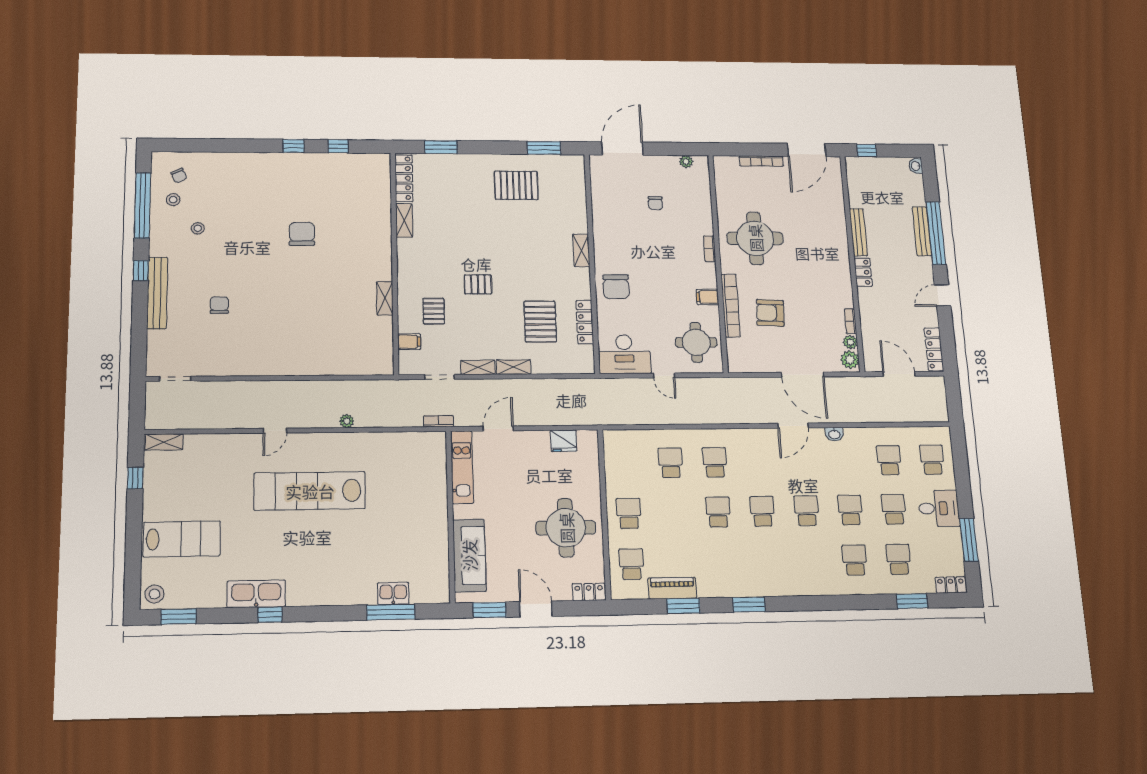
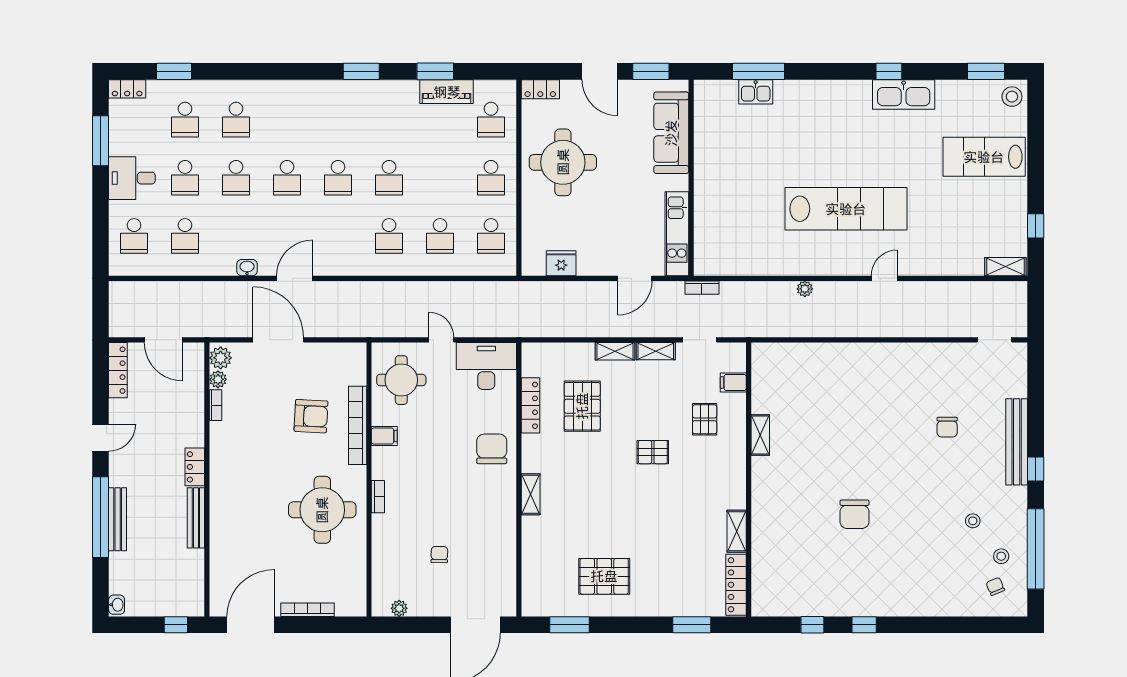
school desk: (626, 463) -> (491, 236), added

